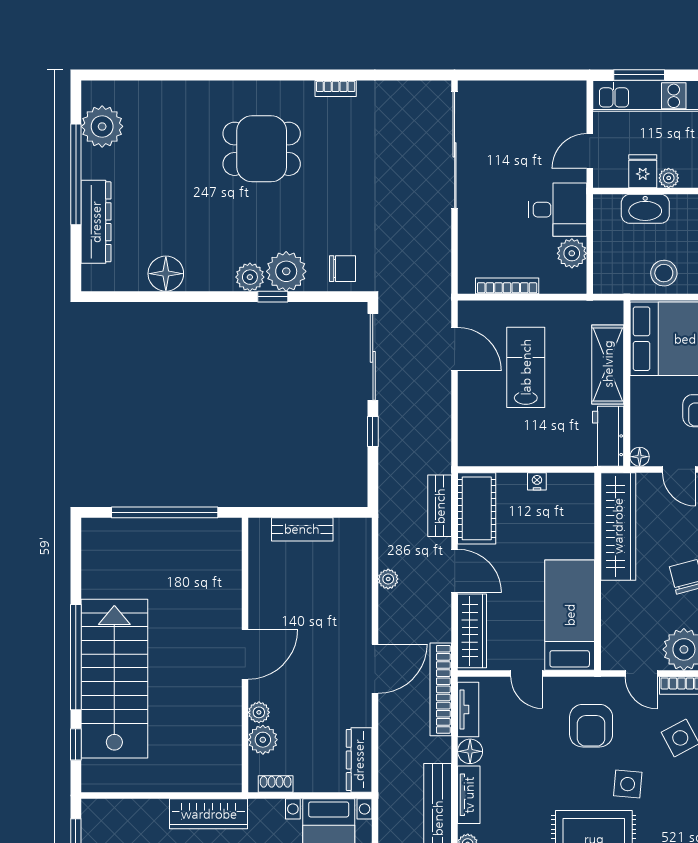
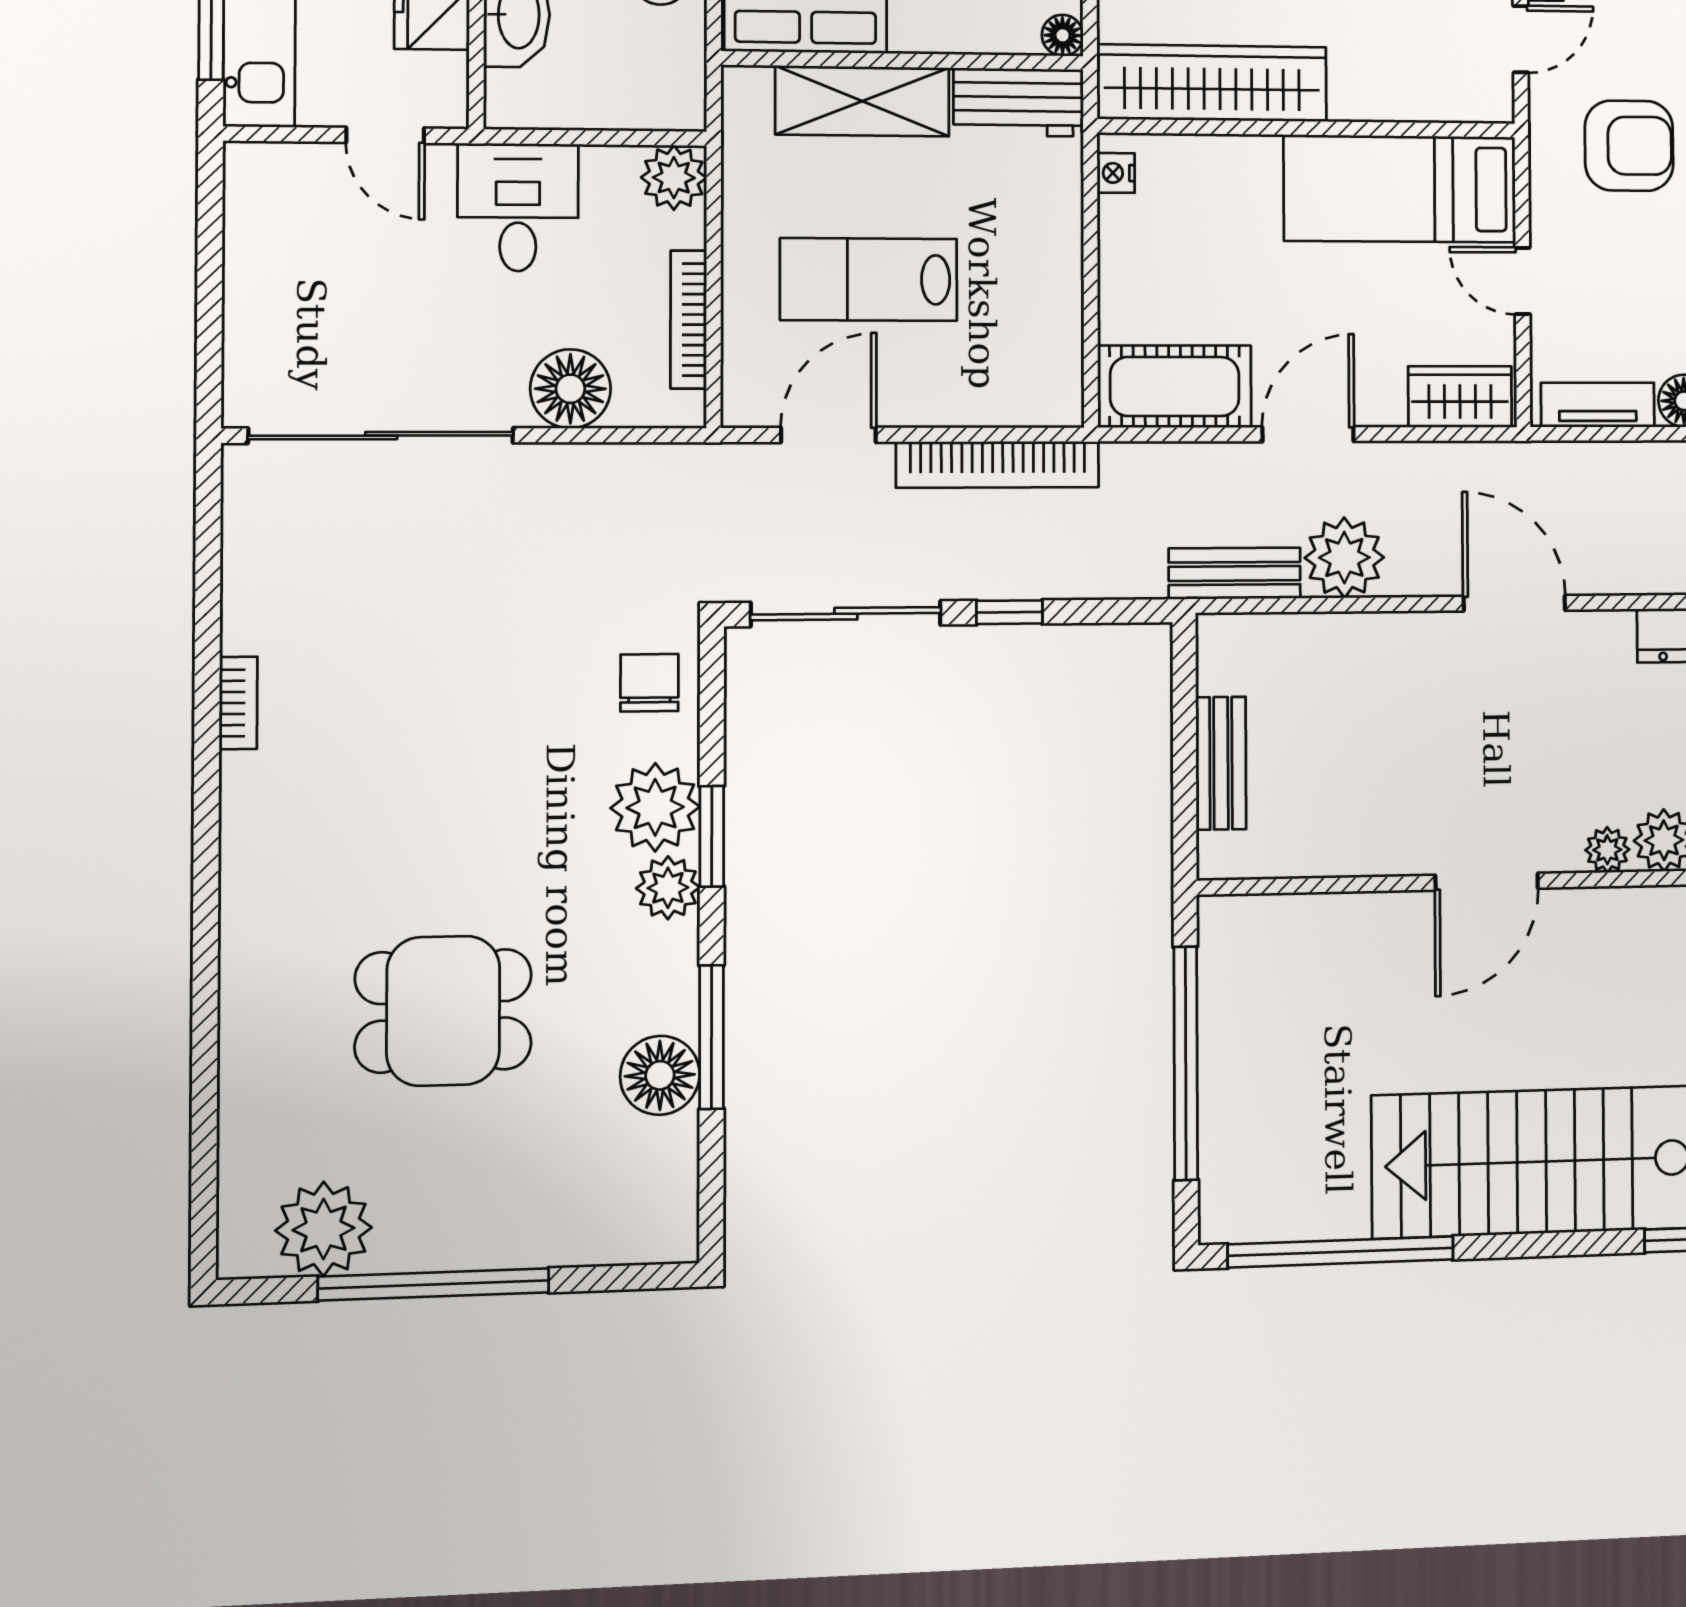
dining table: (262, 149) -> (443, 1011), moved, turned 90
dresser: (96, 222) -> (542, 1235), removed
floor lamp: (476, 233) -> (570, 389), added
plant: (572, 253) -> (674, 178), moved
window: (182, 297) -> (712, 1037), added
window: (273, 297) -> (712, 836), width x1.50
nightstand: (537, 481) -> (1116, 173), moved
bench: (440, 506) -> (1235, 573), moved
plant: (388, 579) -> (1344, 558), width x1.87, depth x1.87
wardrobe: (472, 631) -> (1460, 397), width x0.67
door: (245, 654) -> (1487, 882), swing flipped
window: (76, 657) -> (1341, 1252), moved
door: (527, 674) -> (1522, 281), swing flipped
bookcase: (441, 689) -> (998, 465), moved

